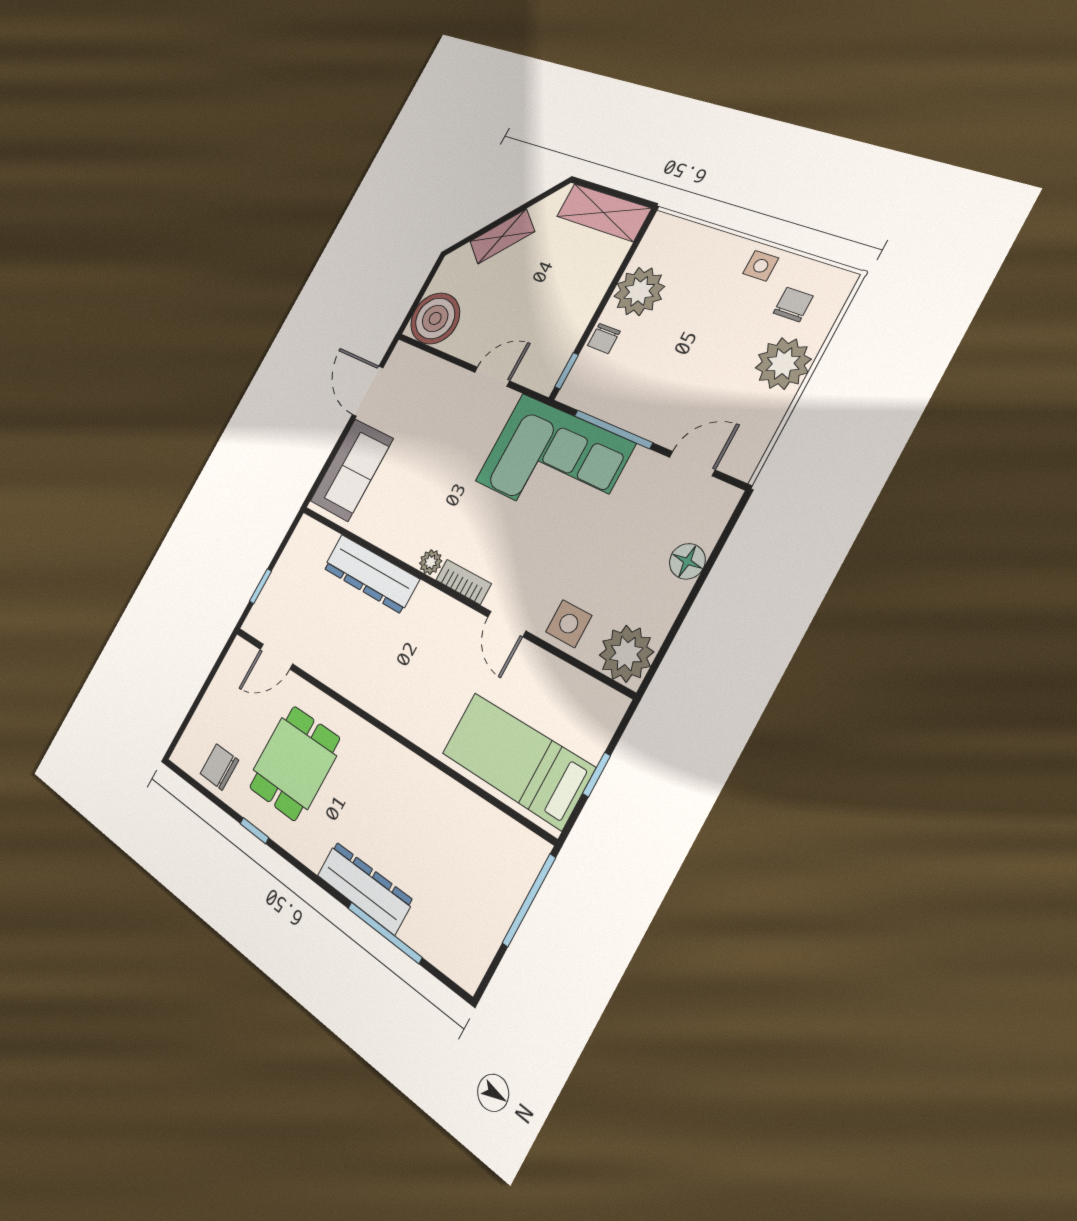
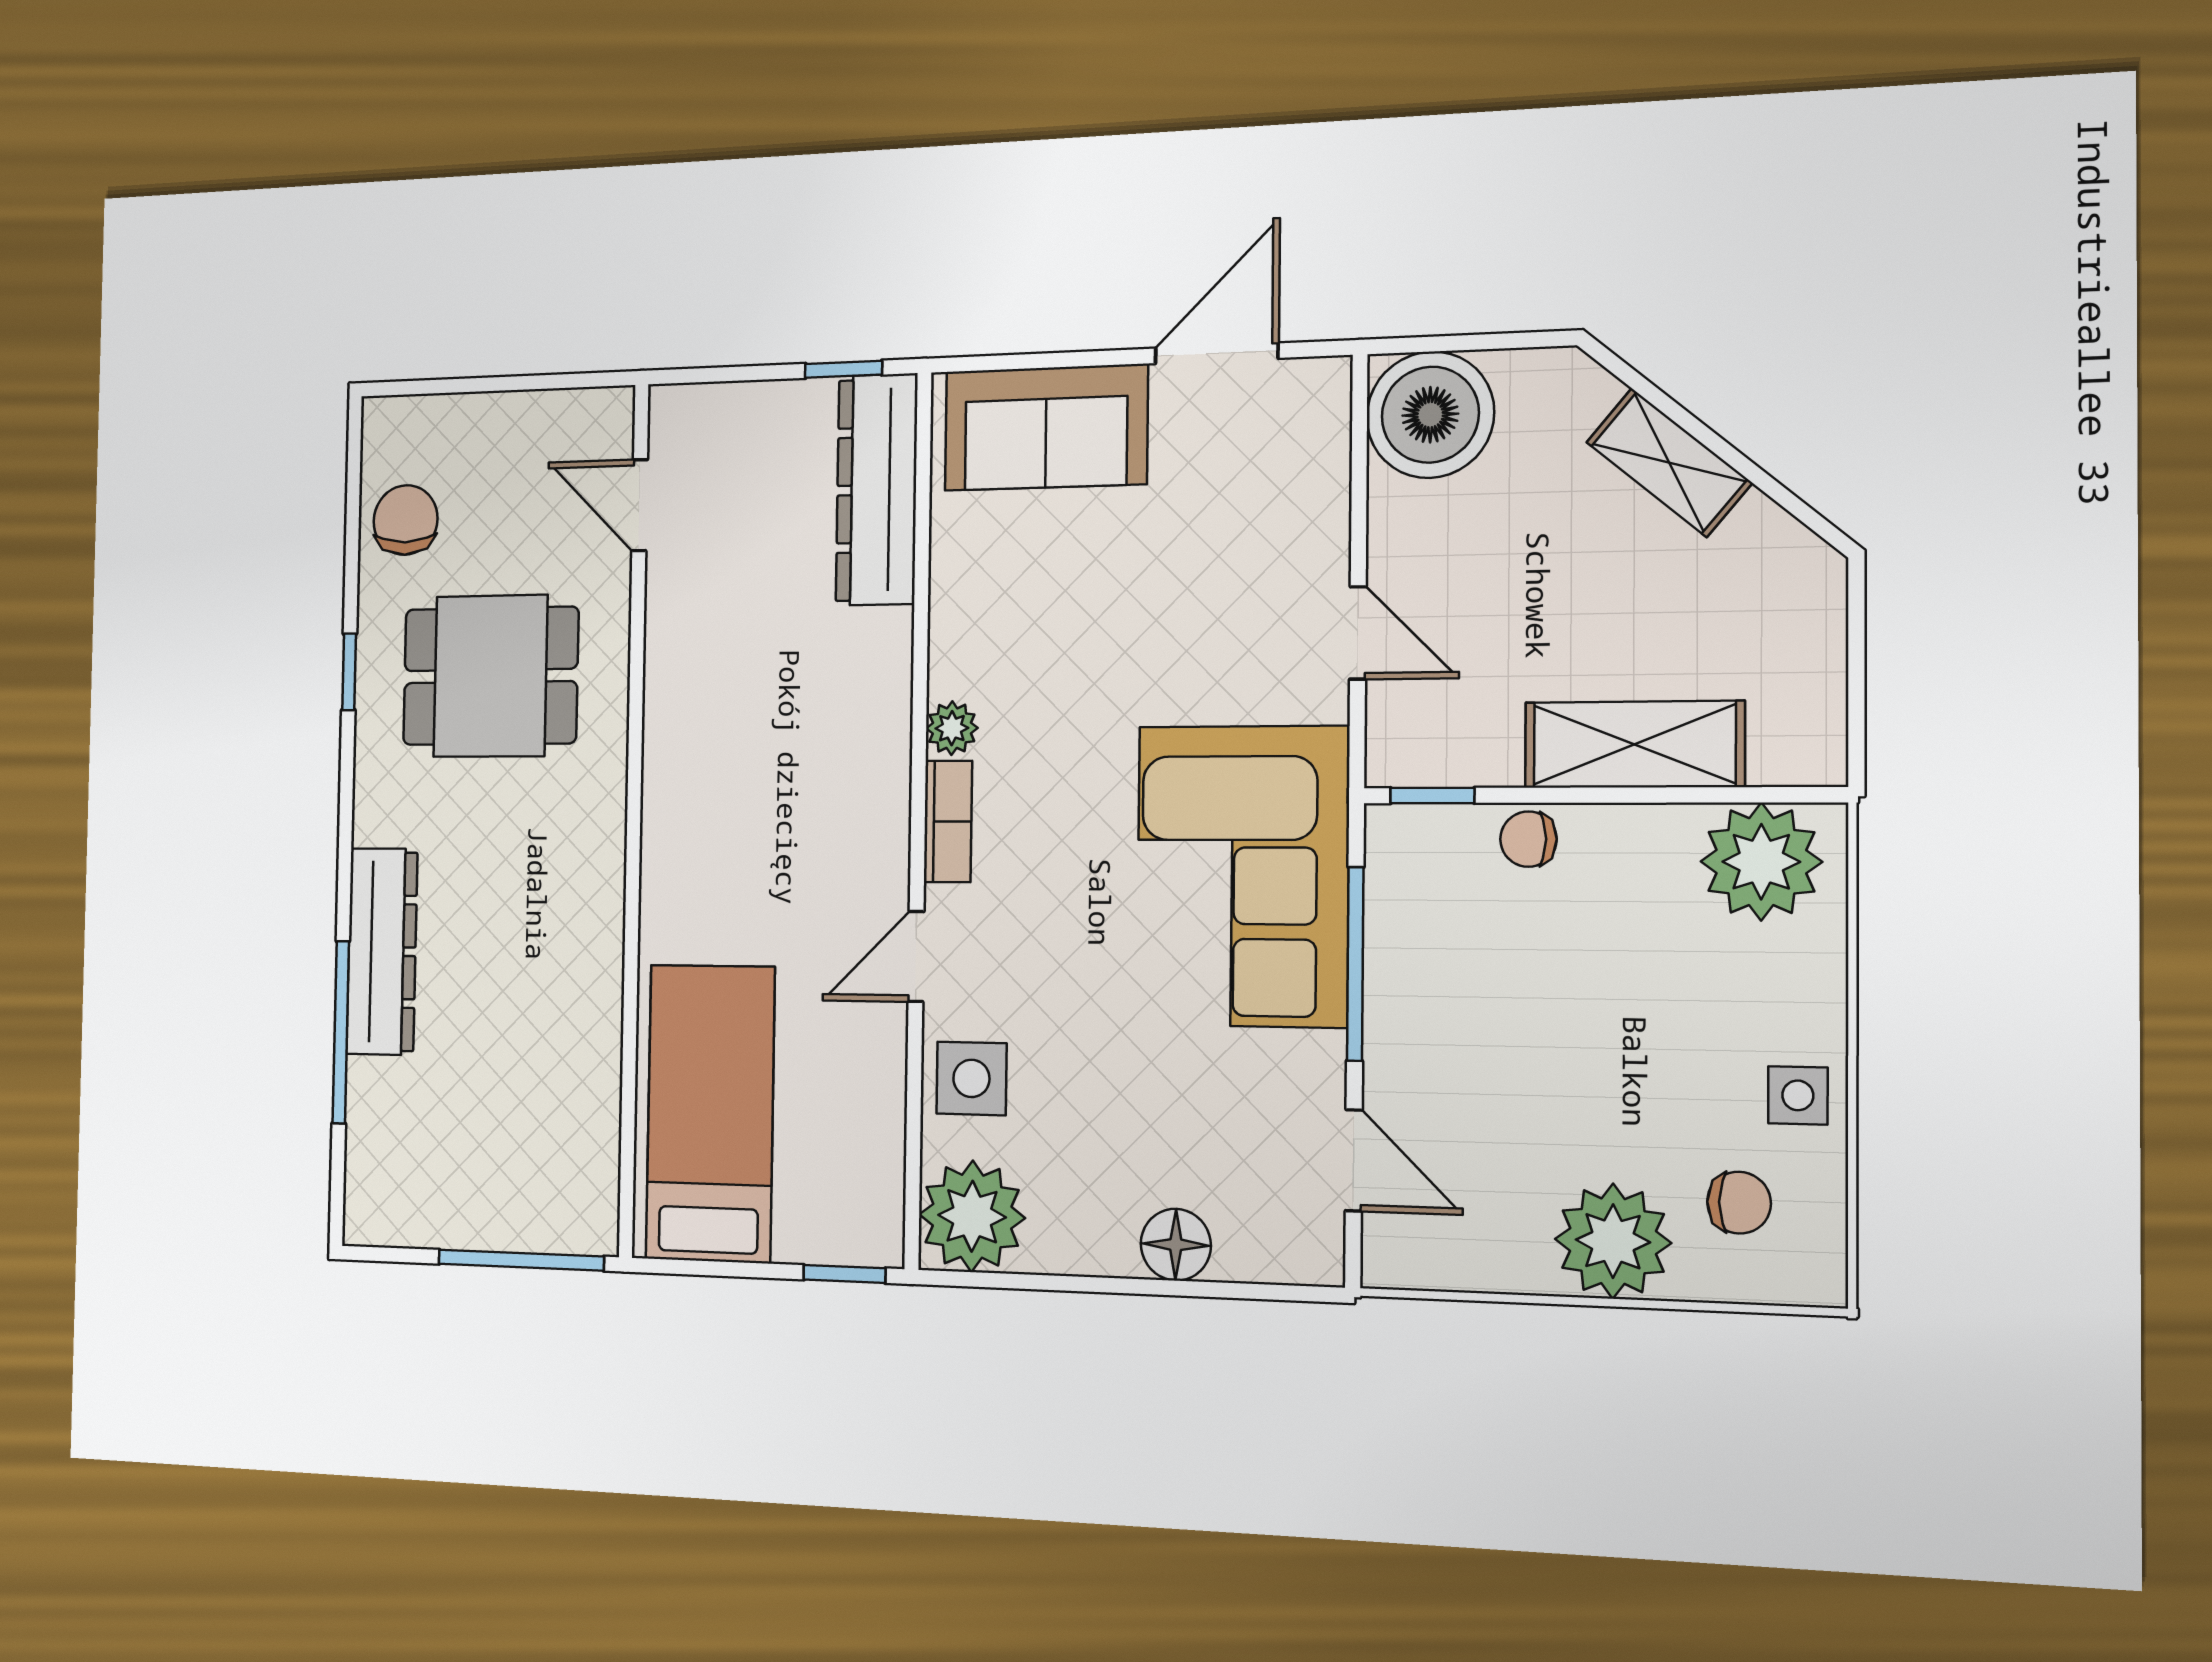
shelving: (603, 212) -> (1634, 744), moved, turned 90
plant: (639, 291) -> (1761, 862), moved
dresser: (371, 574) -> (877, 490), moved
window: (261, 586) -> (844, 369), moved
window: (597, 775) -> (844, 1274), moved

